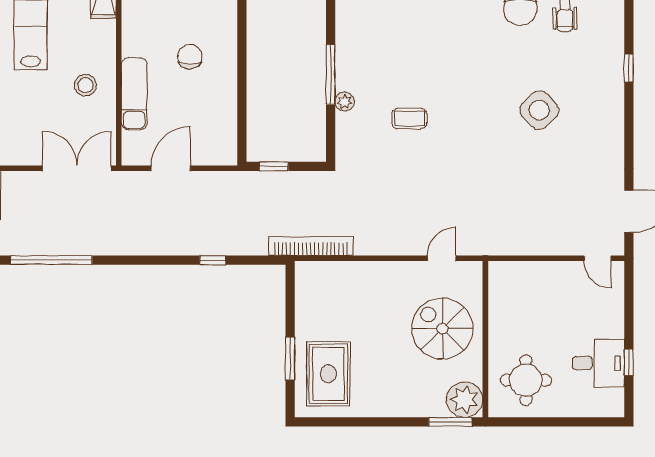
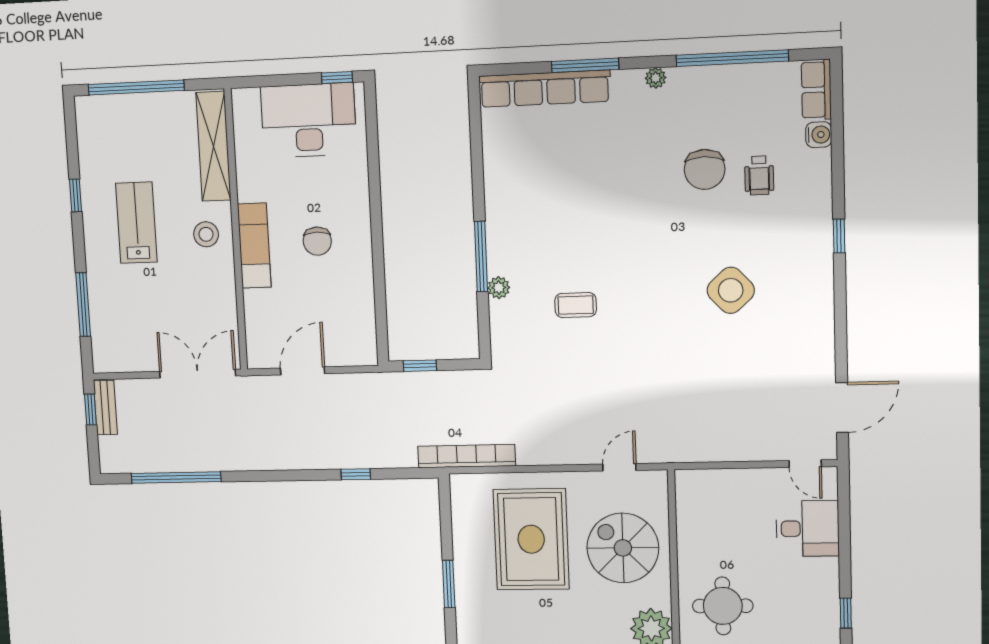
chair: (190, 57) -> (317, 241), turned 180
stool: (85, 85) -> (206, 234), moved
exam couch: (134, 94) -> (254, 246), moved
window: (629, 362) -> (846, 613), moved
desk: (598, 363) -> (808, 528), moved
rug: (328, 374) -> (531, 539), moved, width x1.37, depth x1.44

